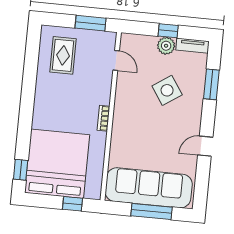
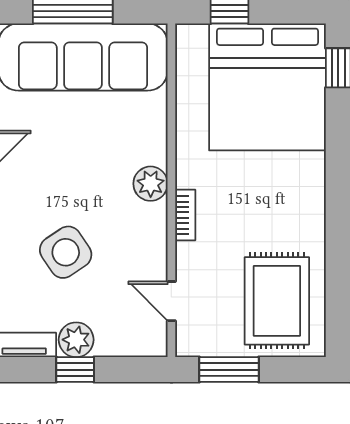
rug: (63, 55) -> (277, 301), width x1.36, depth x1.43
bookcase: (103, 118) -> (185, 215), moved
plant: (121, 121) -> (151, 184), added

